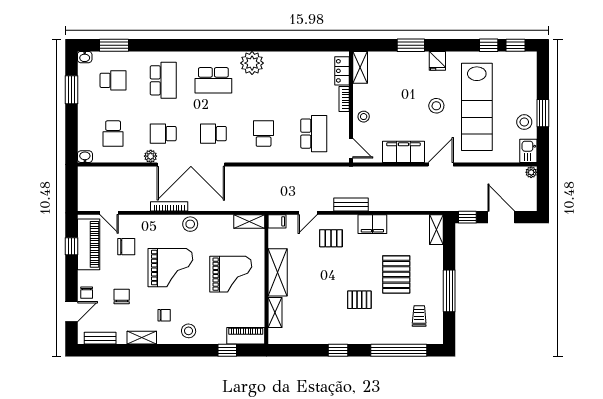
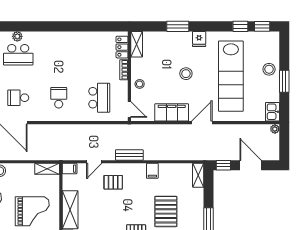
plant: (252, 63) -> (17, 36), moved, width x0.53, depth x0.53
stool: (436, 106) -> (186, 74), moved
stool: (524, 122) -> (269, 69), moved
filing cabinet: (372, 224) -> (152, 171), width x0.50

